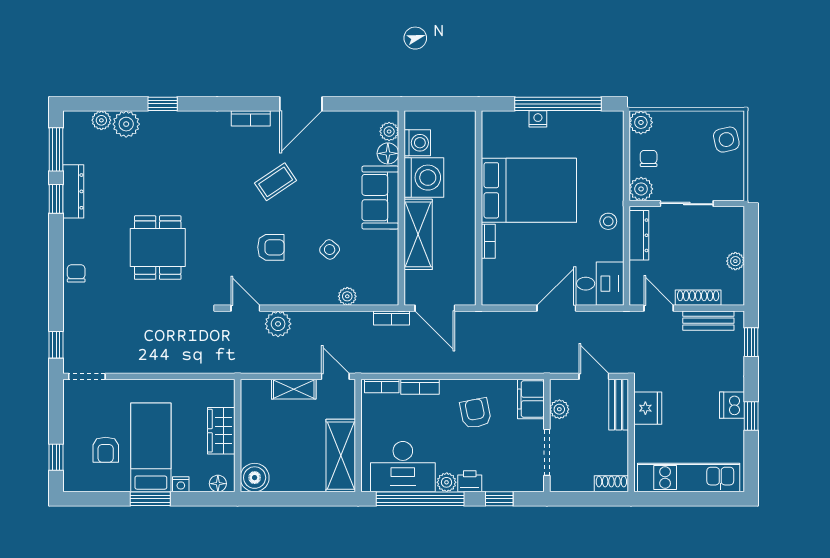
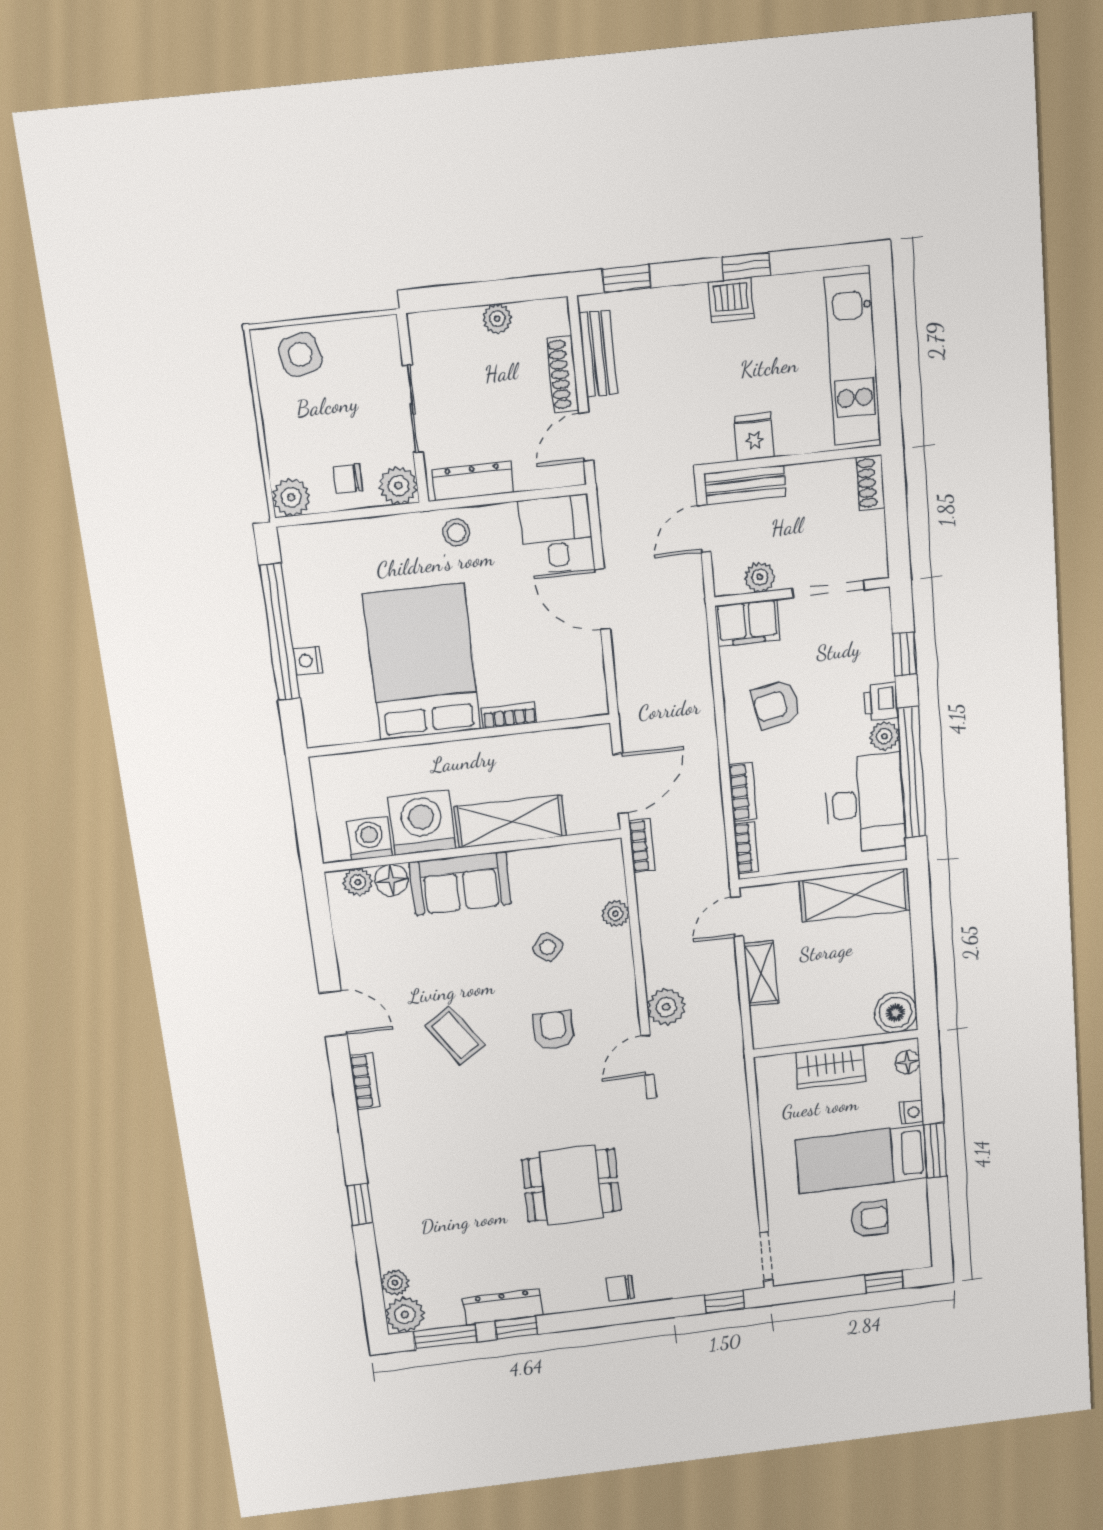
door: (301, 104) -> (333, 1014), width x0.73
plant: (126, 124) -> (405, 1314), moved
fridge: (648, 408) -> (754, 437), width x0.72

